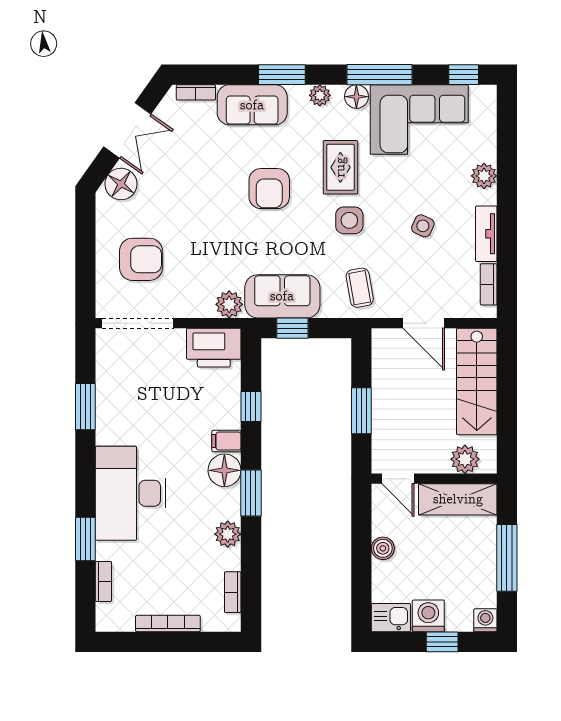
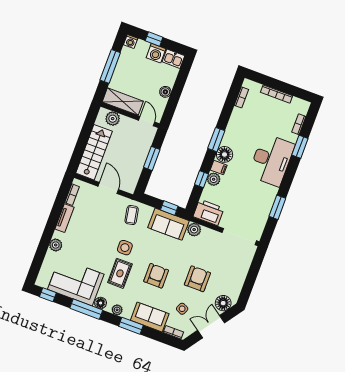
side table: (423, 226) -> (182, 309), moved
armchair: (141, 259) -> (197, 279), moved, turned 90
plant: (228, 534) -> (214, 179), moved

